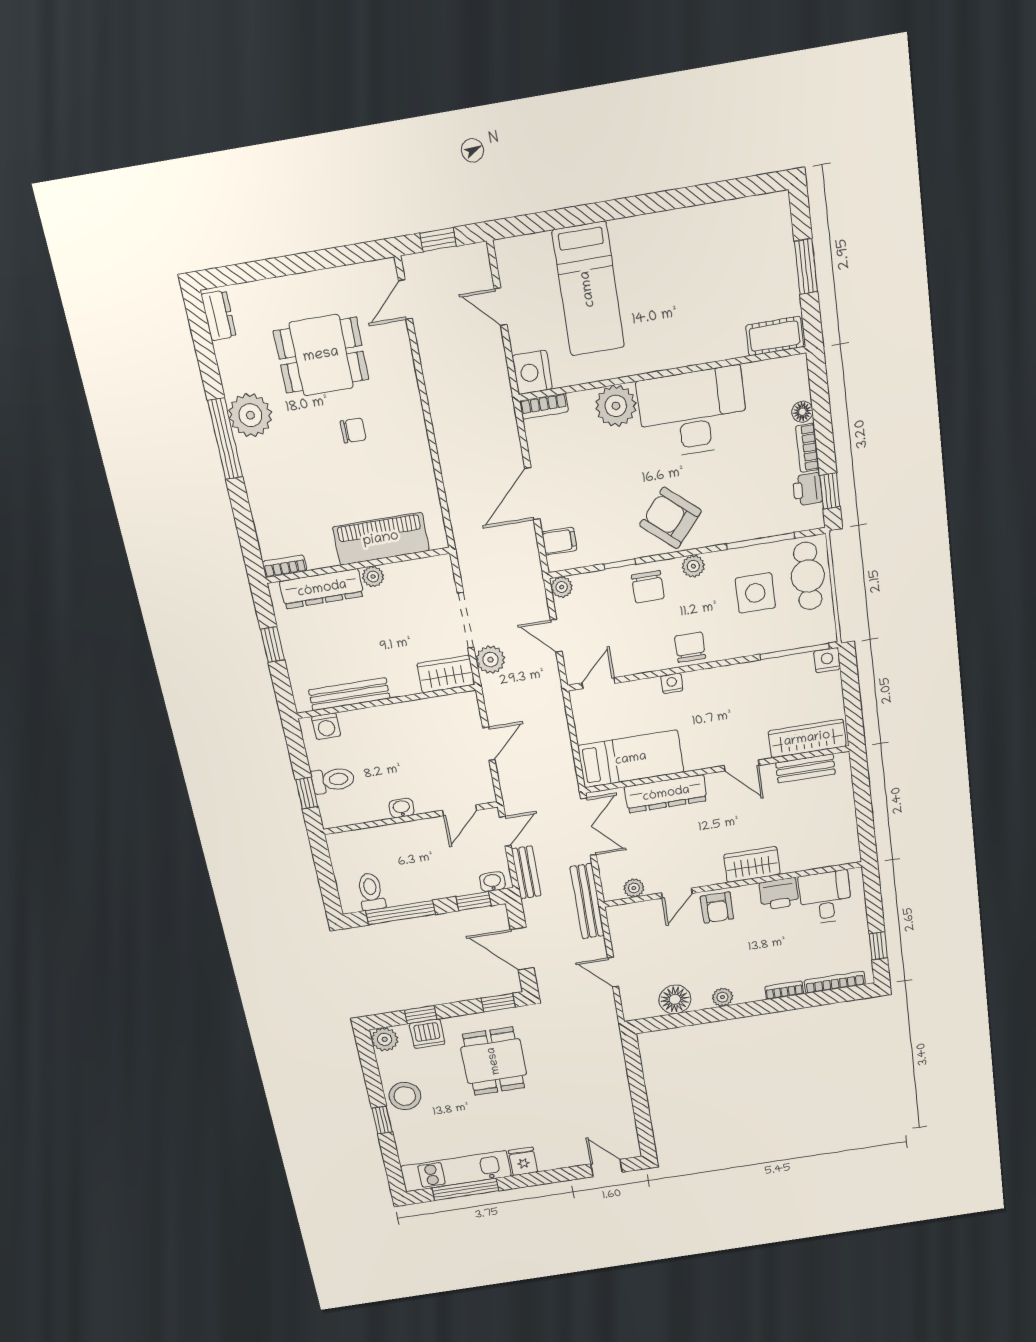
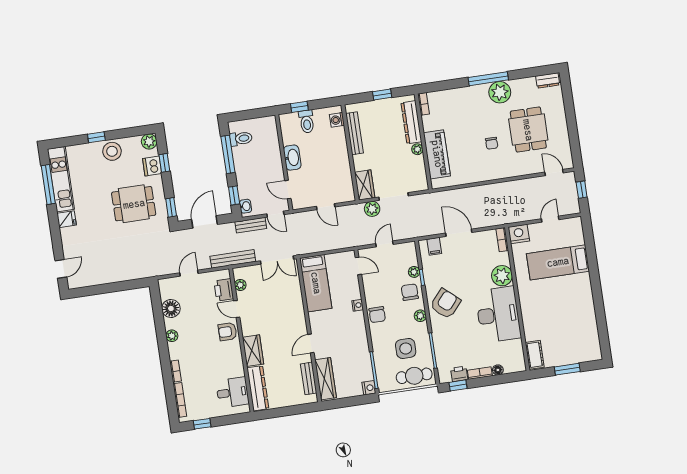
plant: (562, 587) -> (414, 272), moved
chair: (648, 587) -> (410, 292), turned 90
chair: (690, 647) -> (377, 315), turned 90
dresser: (666, 794) -> (258, 388), moved, turned 180
washbasin: (402, 808) -> (292, 158), width x1.91, depth x1.45
printer: (779, 894) -> (224, 290), moved

